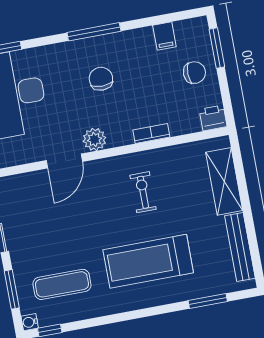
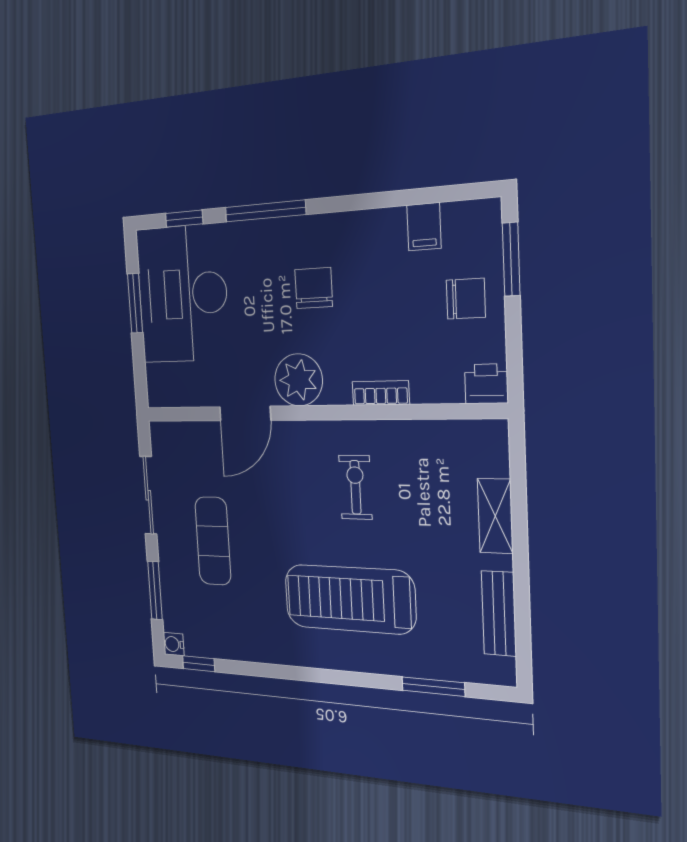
window: (94, 32) -> (265, 211), moved
plant: (95, 139) -> (298, 380), width x1.36, depth x1.36
shelving: (224, 181) -> (495, 516), width x0.67, depth x0.75
bench: (240, 247) -> (499, 613), width x0.73
exercise mat: (62, 284) -> (213, 541), moved, turned 90

